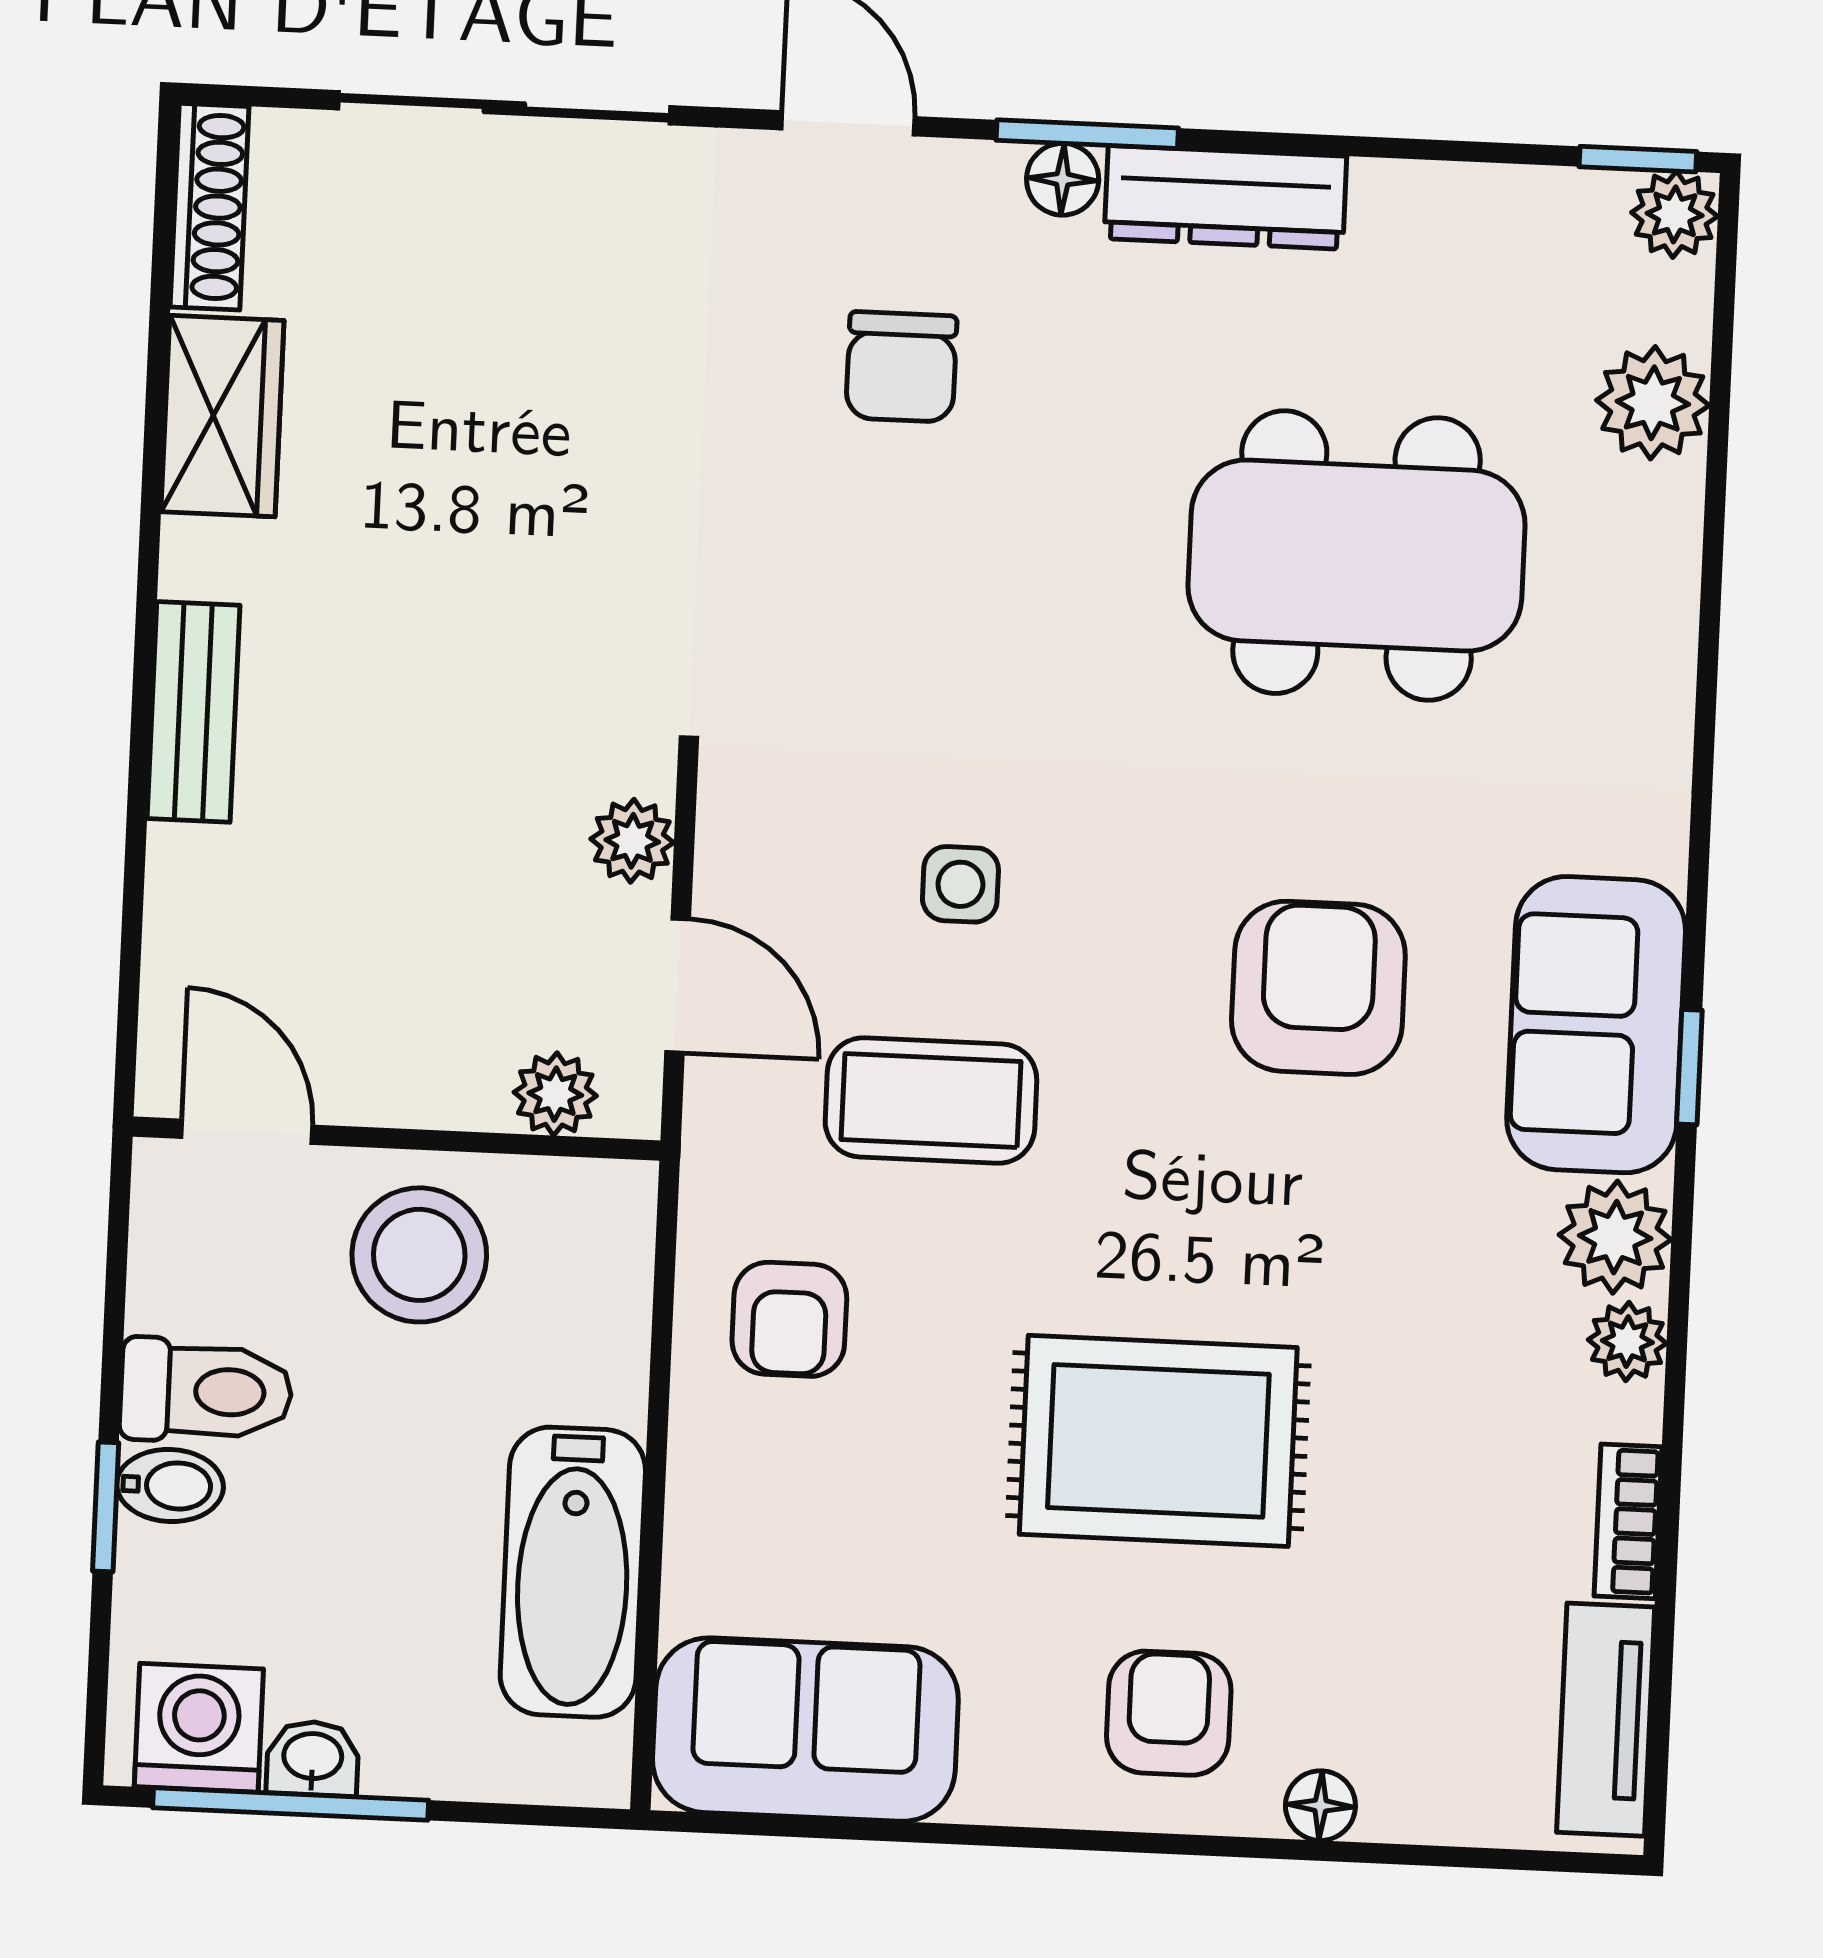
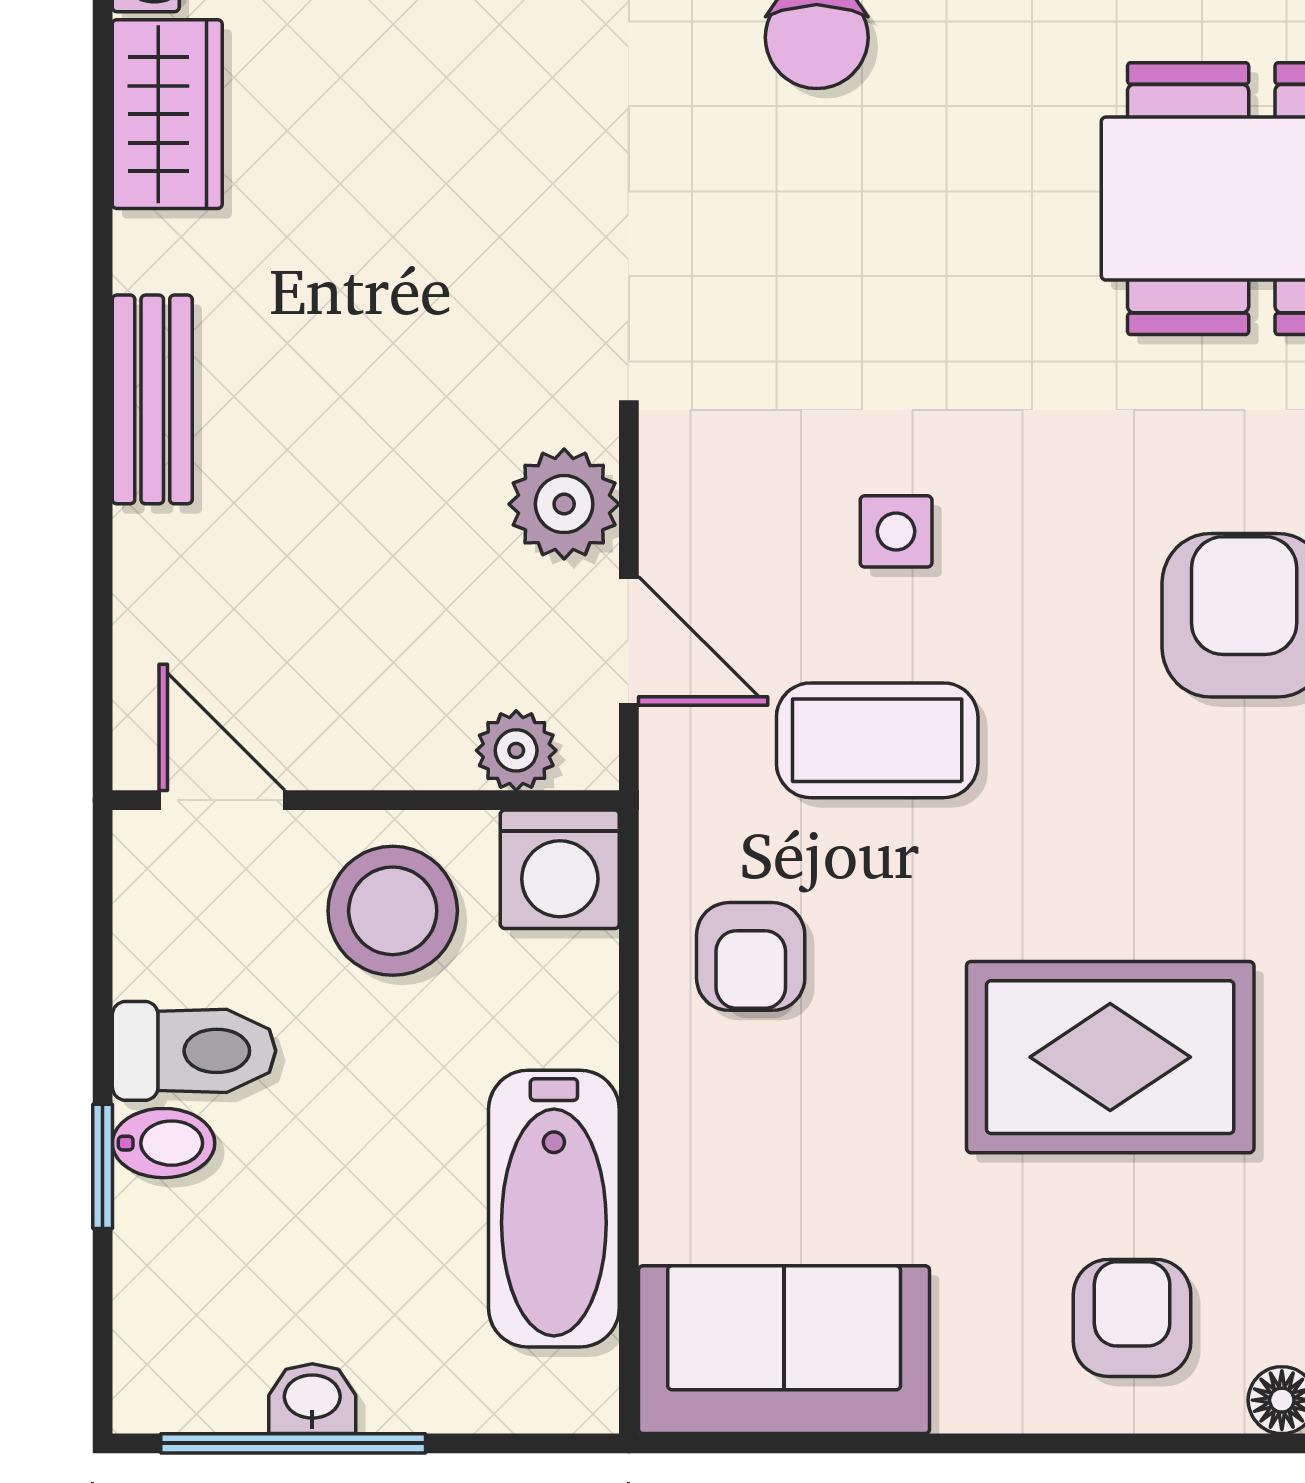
plant: (632, 841) -> (564, 504), width x1.38, depth x1.38
washing machine: (199, 1728) -> (560, 869), moved, turned 180

